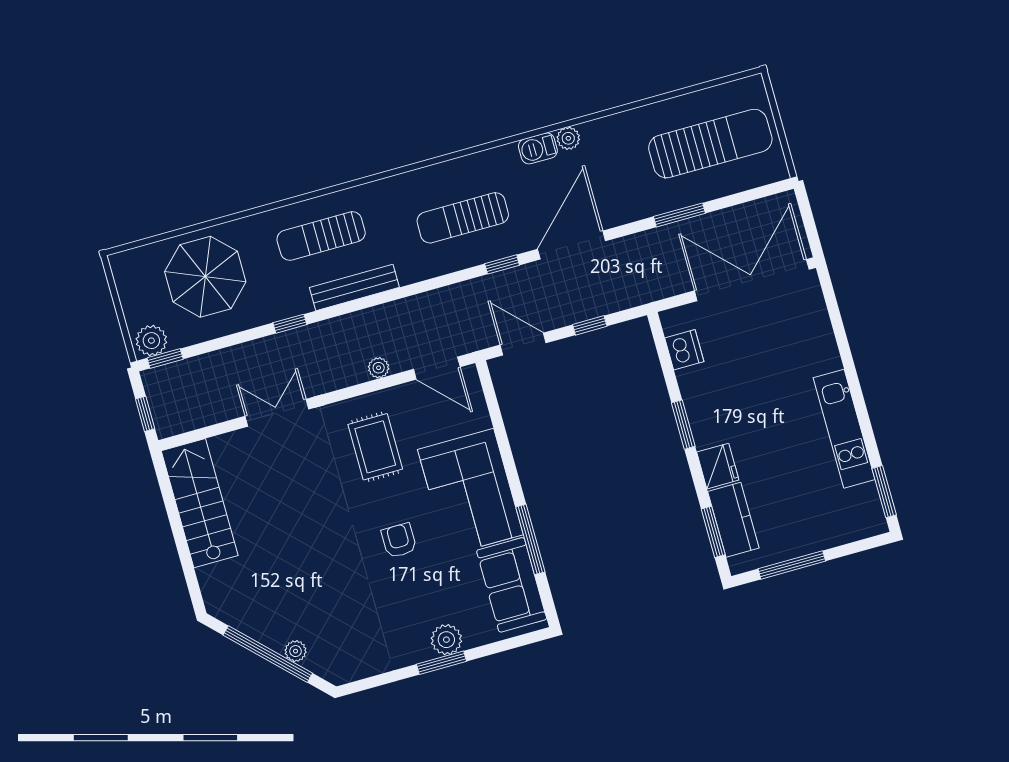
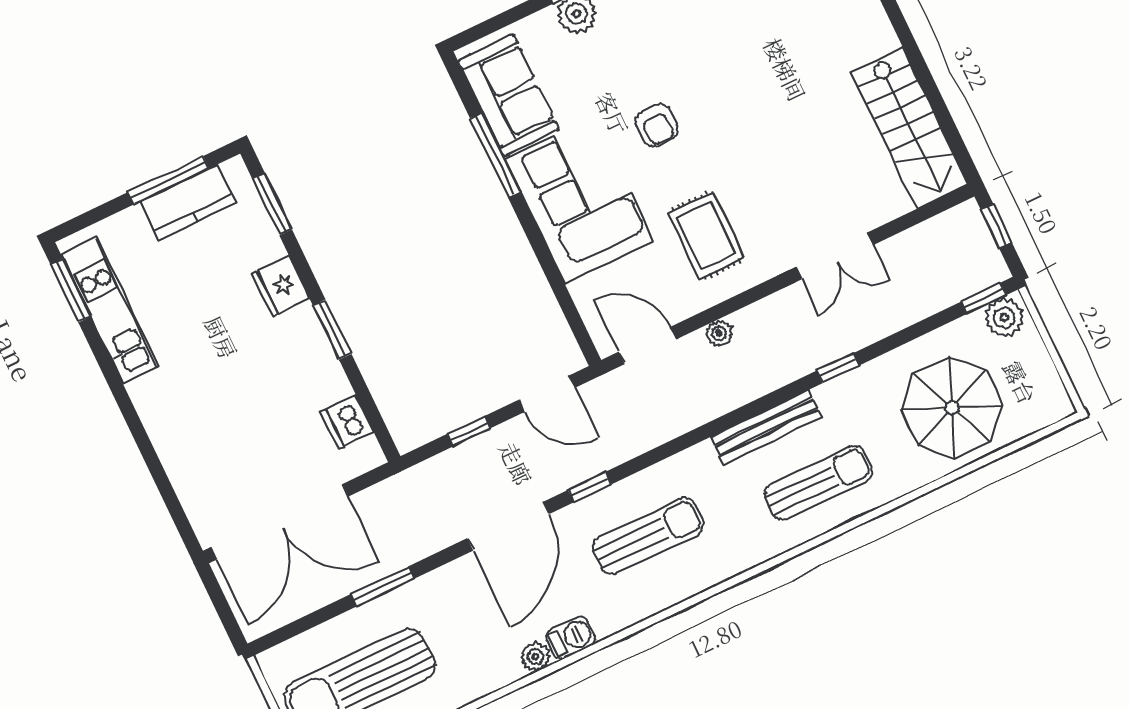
kitchen unit: (844, 429) -> (110, 311), moved
kitchen counter: (733, 520) -> (188, 202), moved, turned -90

